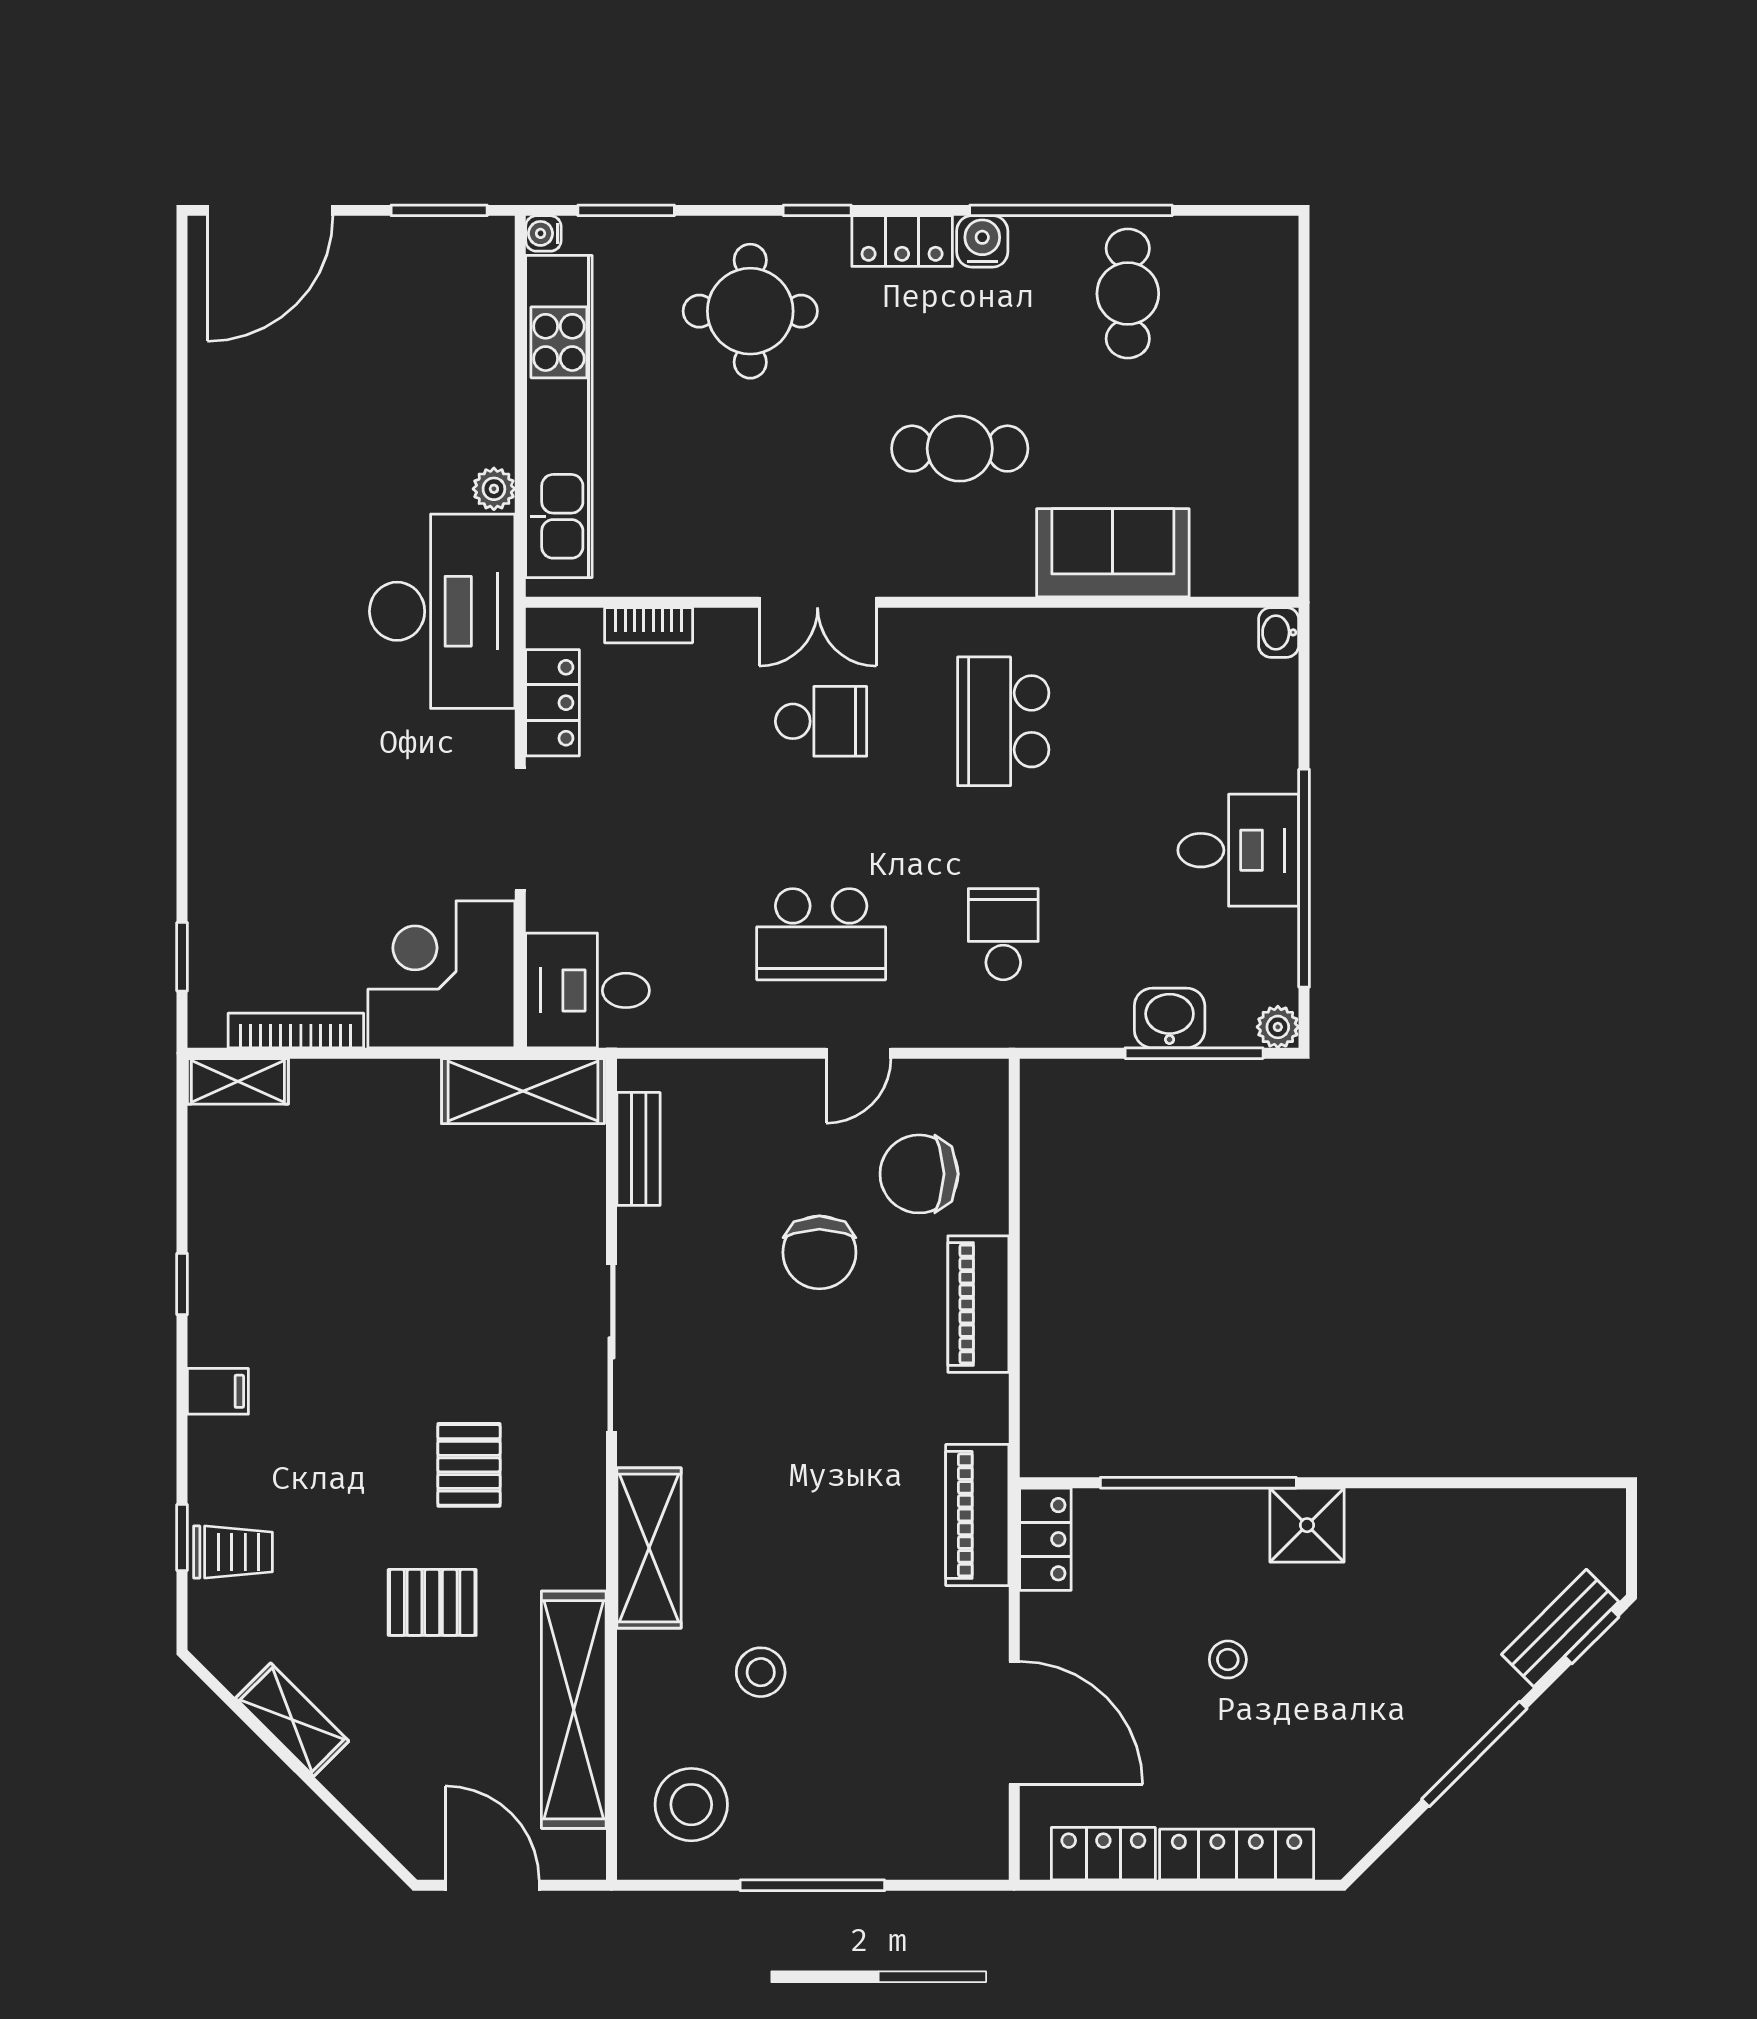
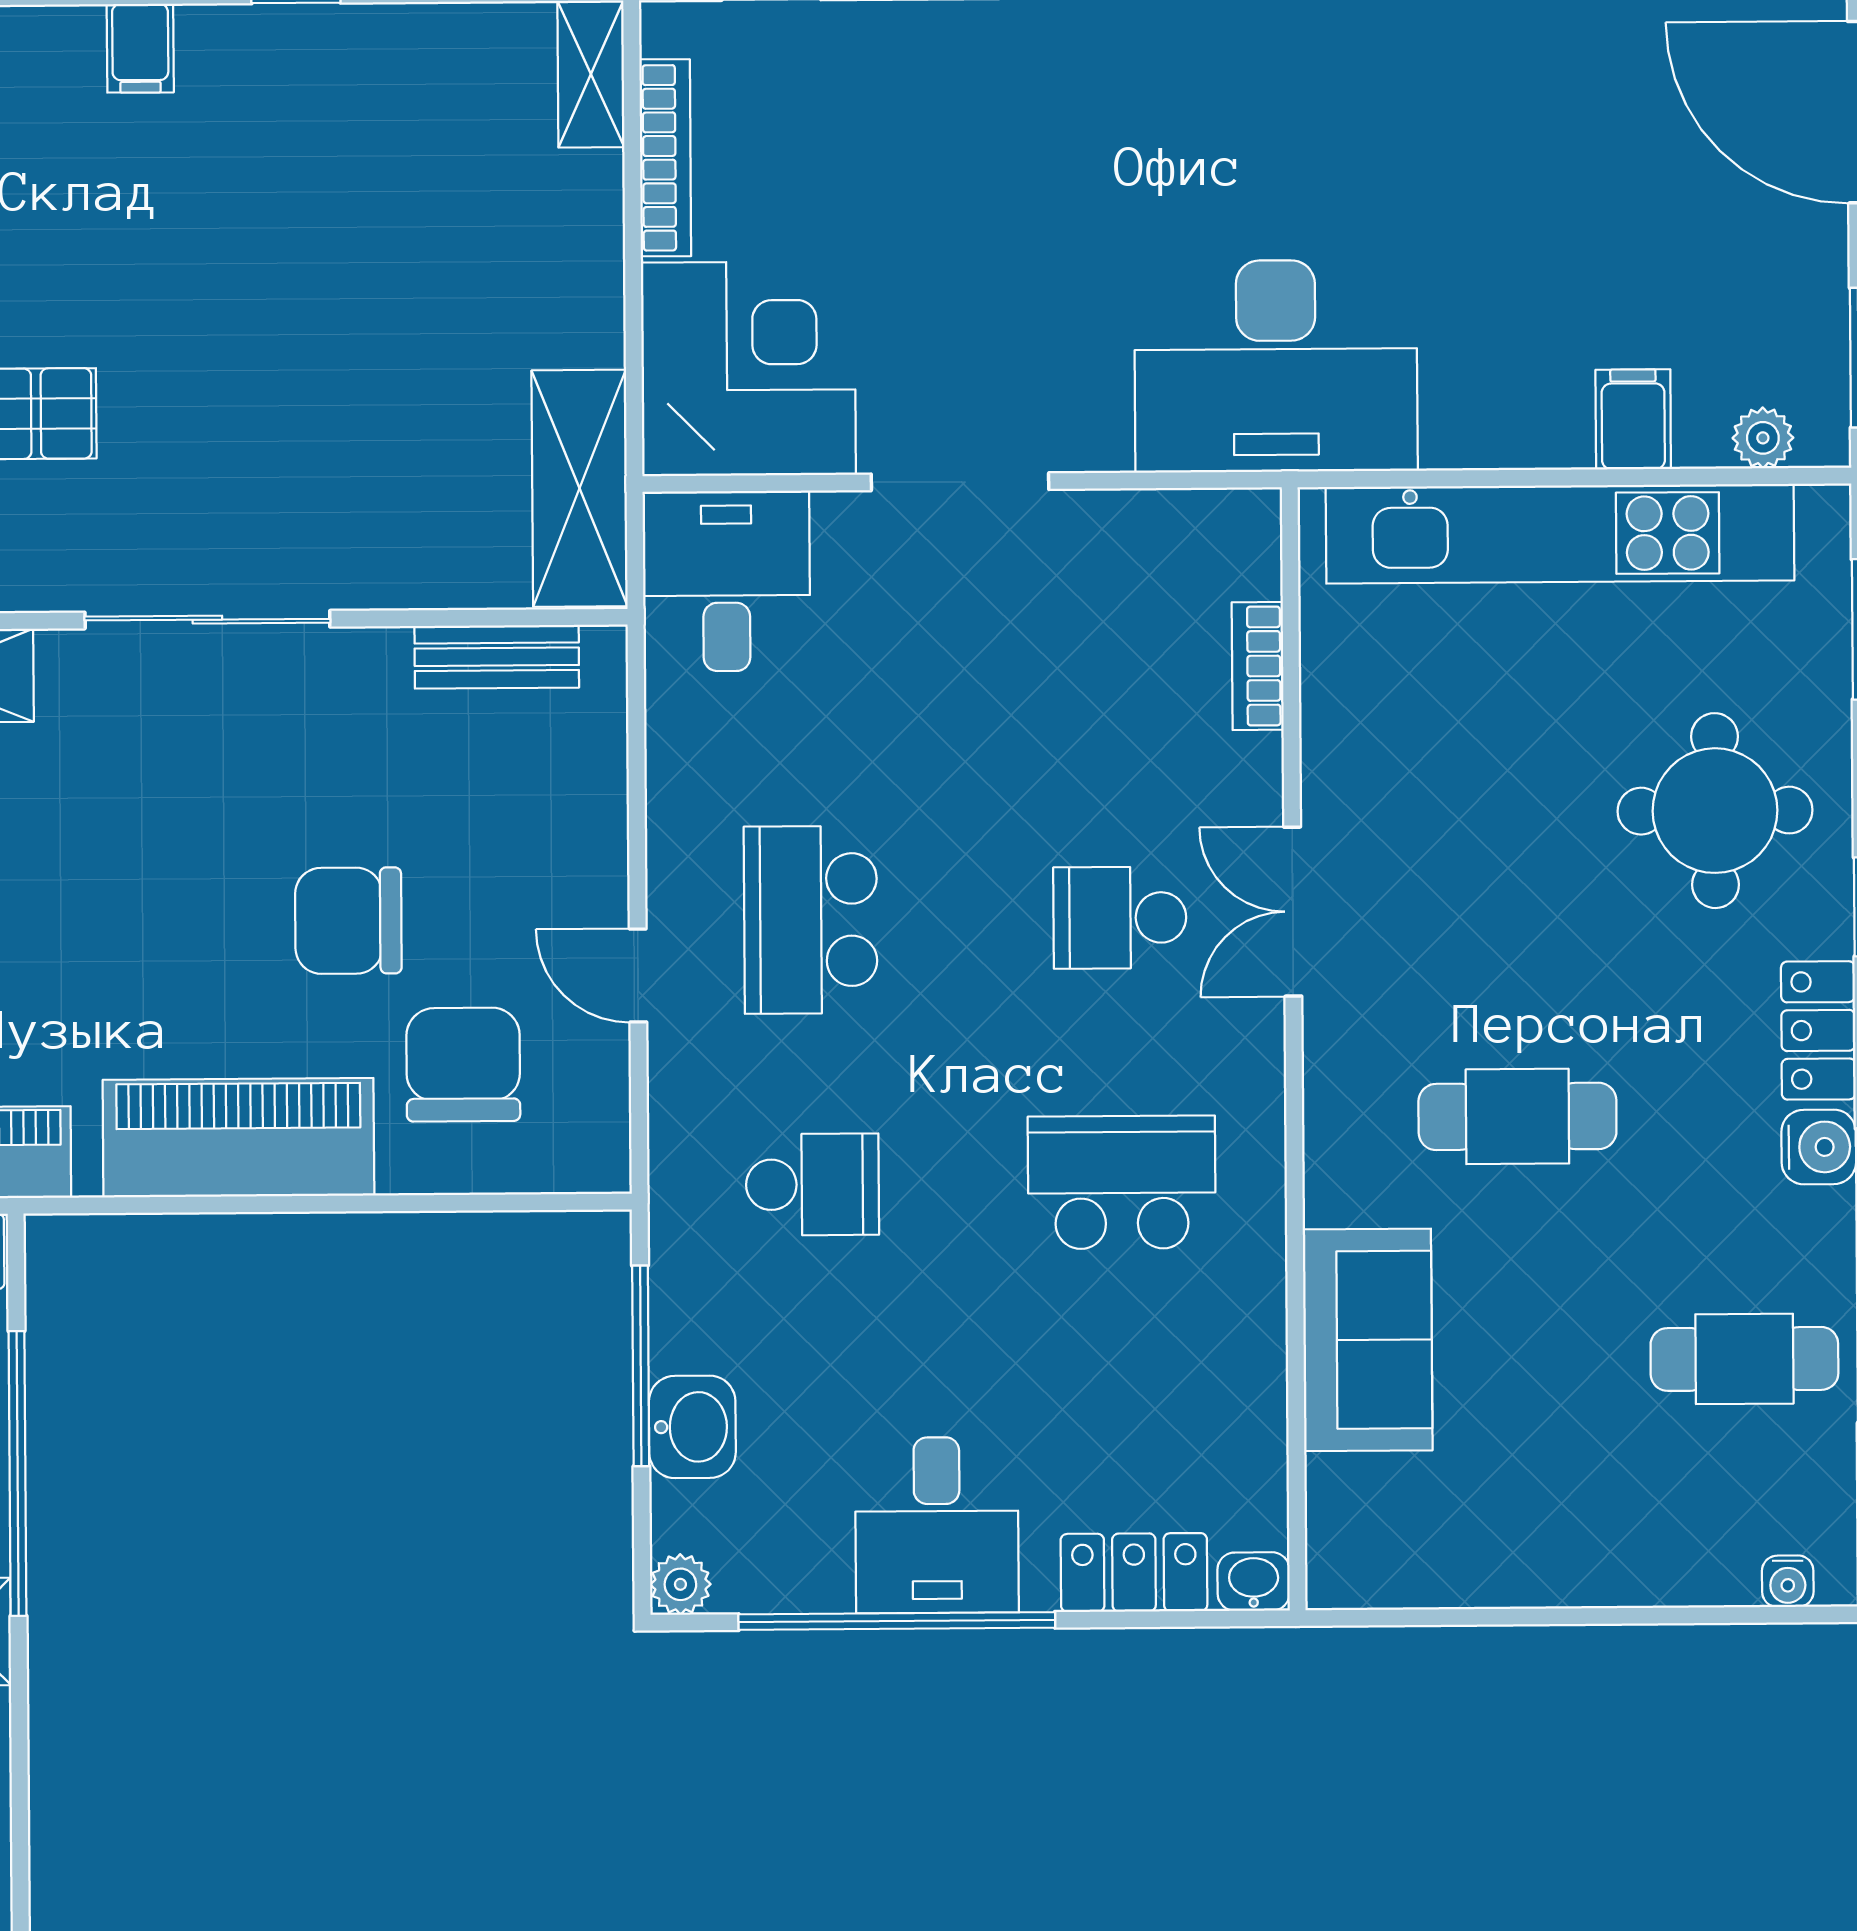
water cooler: (543, 233) -> (1788, 1581), moved, turned 180
filing cabinet: (481, 366) -> (1633, 419), added
cafe table: (960, 449) -> (1517, 1116), turned 90
plant: (494, 489) -> (1763, 438), moved
locker: (553, 703) -> (1134, 1572), moved, turned 180
school desk: (821, 721) -> (1120, 918), turned 90
window: (1194, 1053) -> (641, 1366), moved
piano: (978, 1304) -> (238, 1138), width x1.37, depth x1.33

